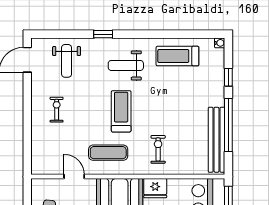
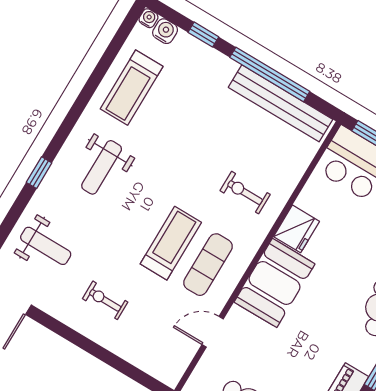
water cooler: (218, 56) -> (165, 31), added
treadmill: (121, 111) -> (171, 243), moved, turned 90

